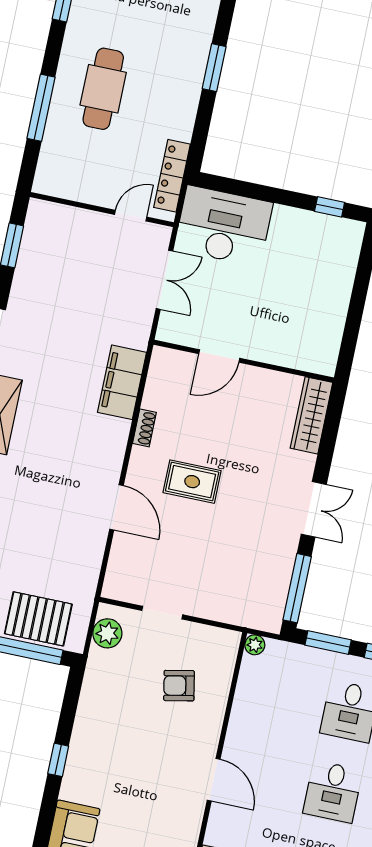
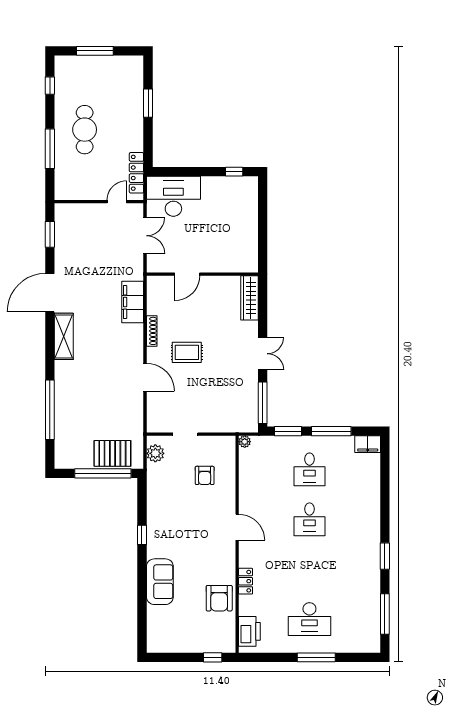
shoe rack: (144, 428) -> (152, 331), width x1.43
armchair: (179, 686) -> (205, 475), turned -79

